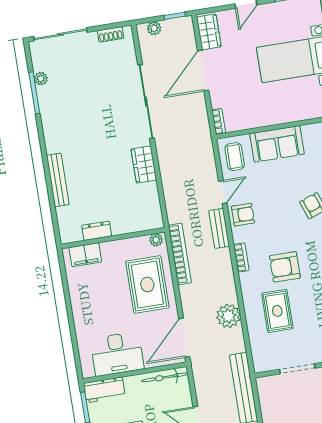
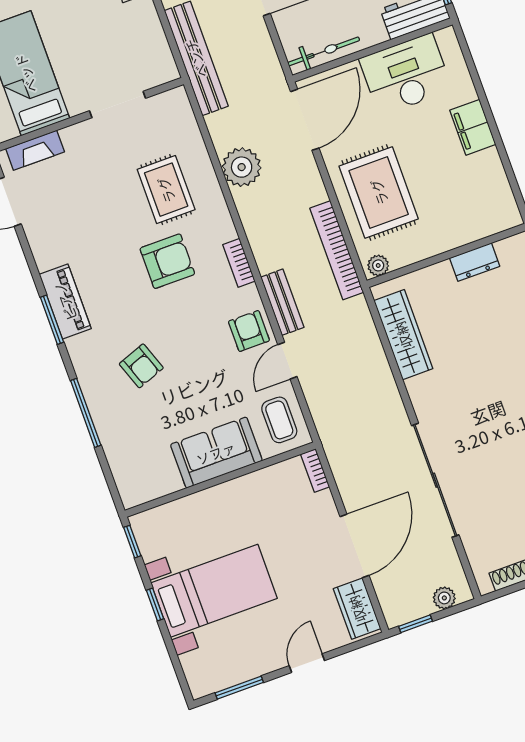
wardrobe: (144, 164) -> (403, 335), moved, width x1.50
armchair: (243, 215) -> (249, 331), turned 90
filing cabinet: (85, 255) -> (473, 127), moved, turned -90

